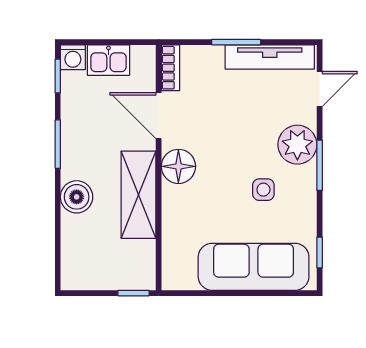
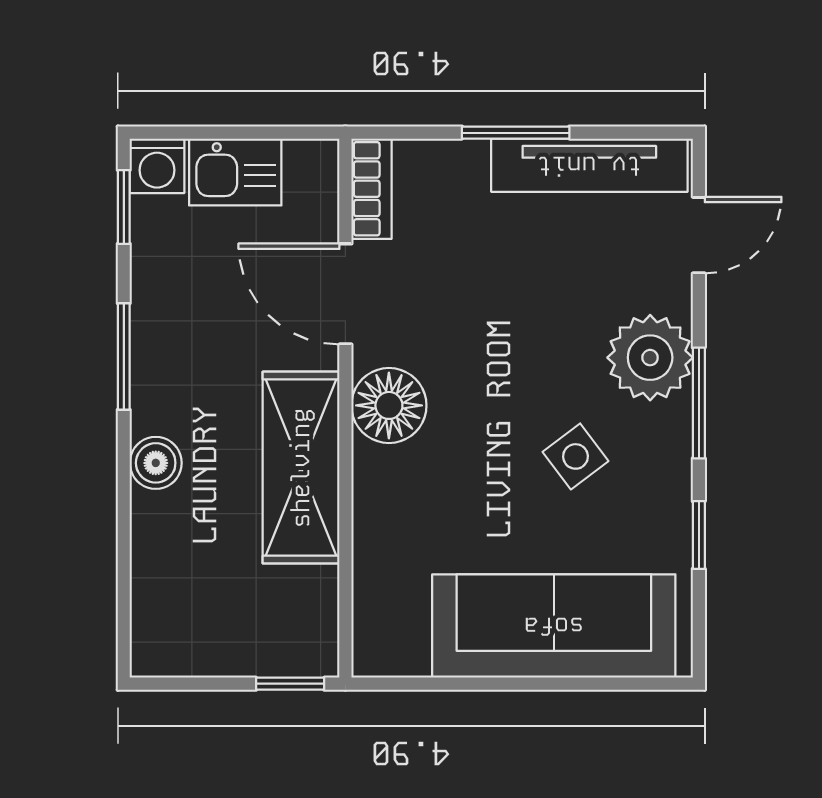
side table: (263, 190) -> (576, 456), turned -37
boiler: (77, 197) -> (156, 463), width x0.73, depth x0.73
window: (320, 252) -> (699, 535), moved

